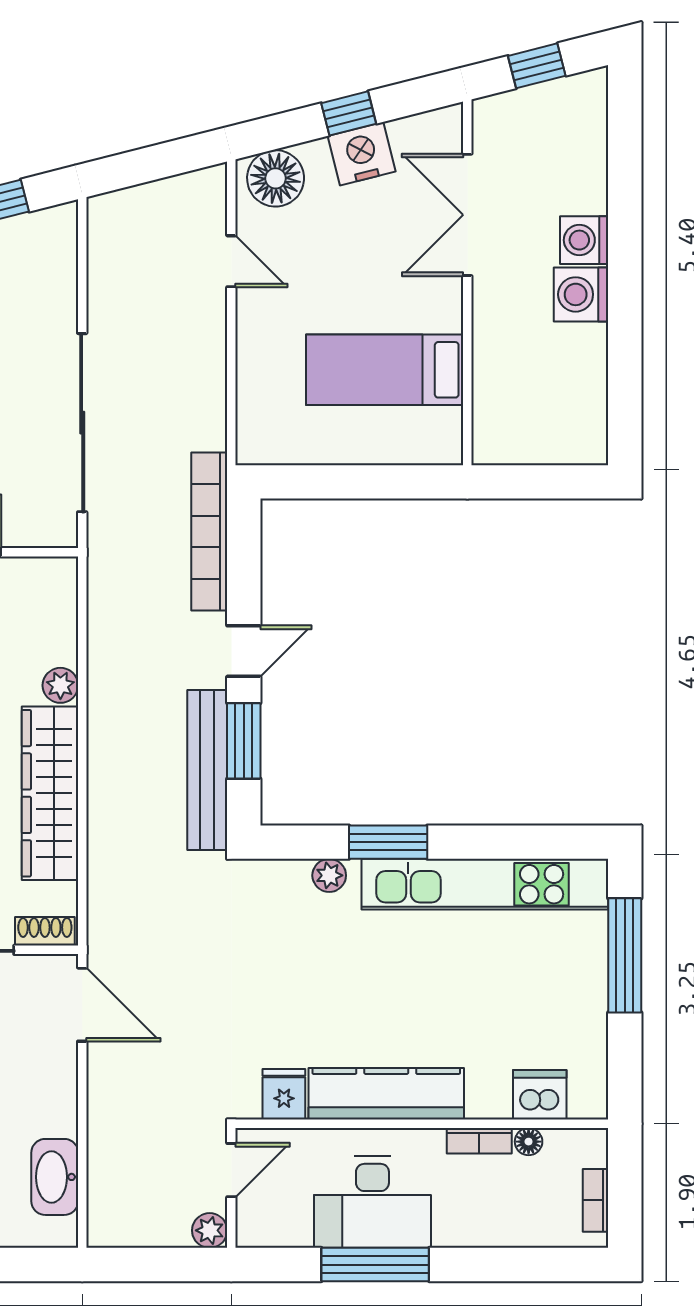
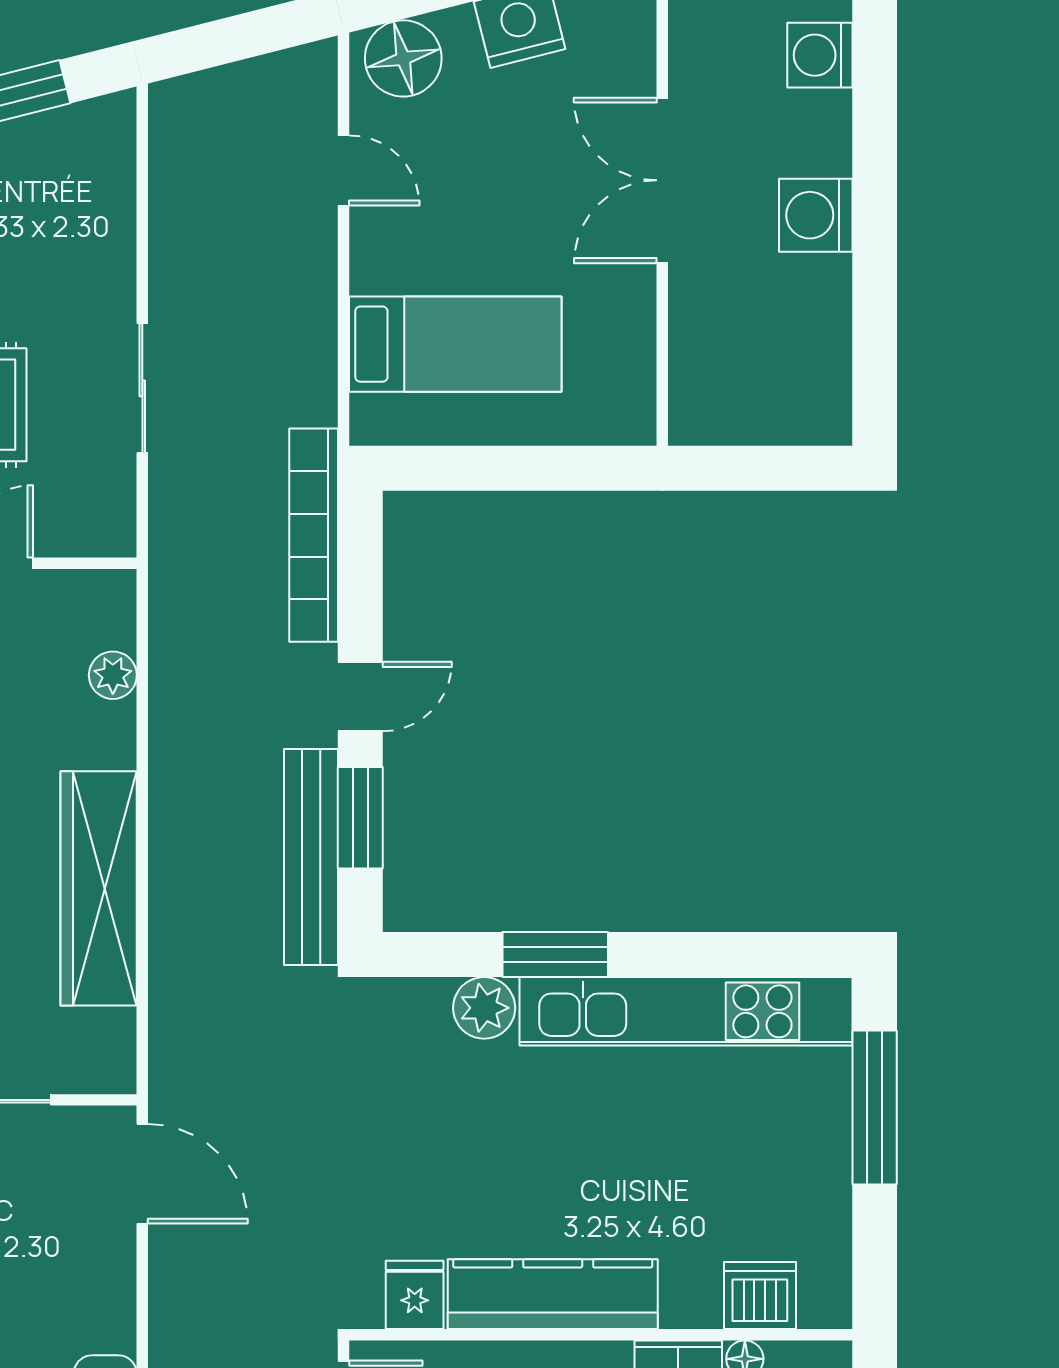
double door: (467, 215) -> (662, 180), moved
washing machine: (584, 240) -> (820, 55), moved
bed: (385, 370) -> (455, 344), moved, turned 180
sliding door: (82, 423) -> (142, 388), width x0.54
plant: (60, 685) -> (113, 675), moved
plant: (329, 875) -> (484, 1008), width x1.38, depth x1.38
shoe rack: (45, 931) -> (92, 1075), removed

